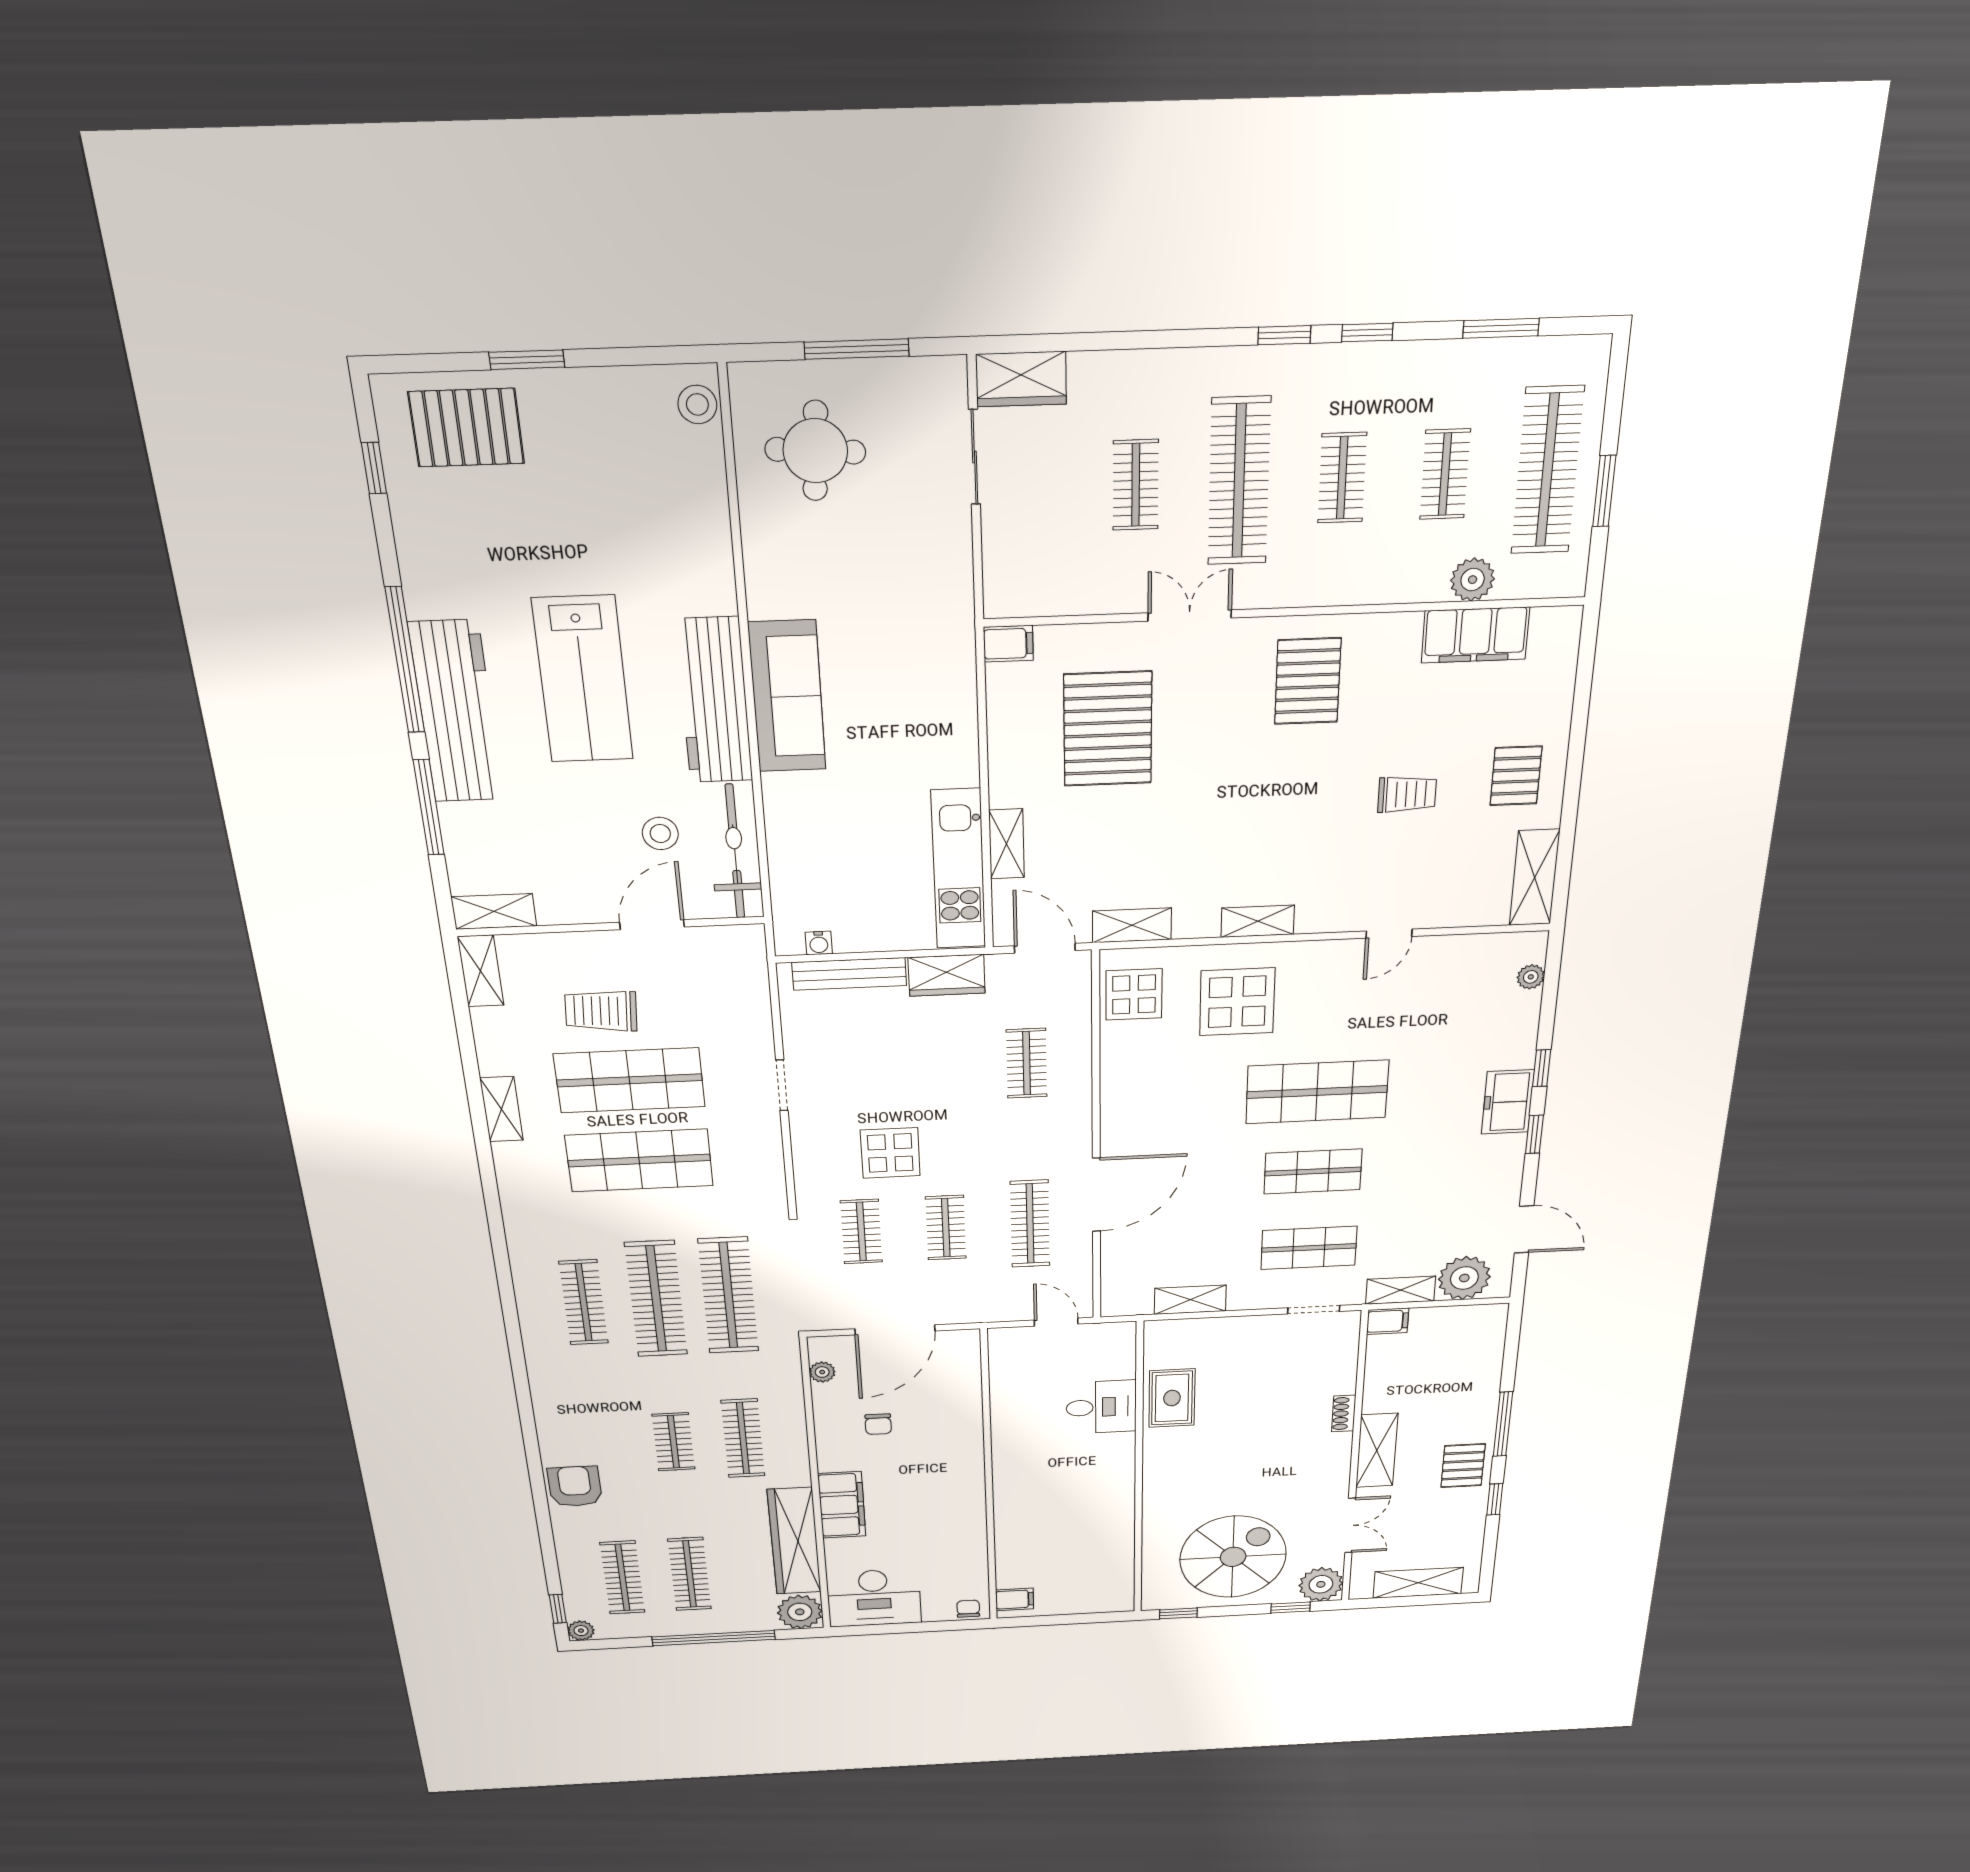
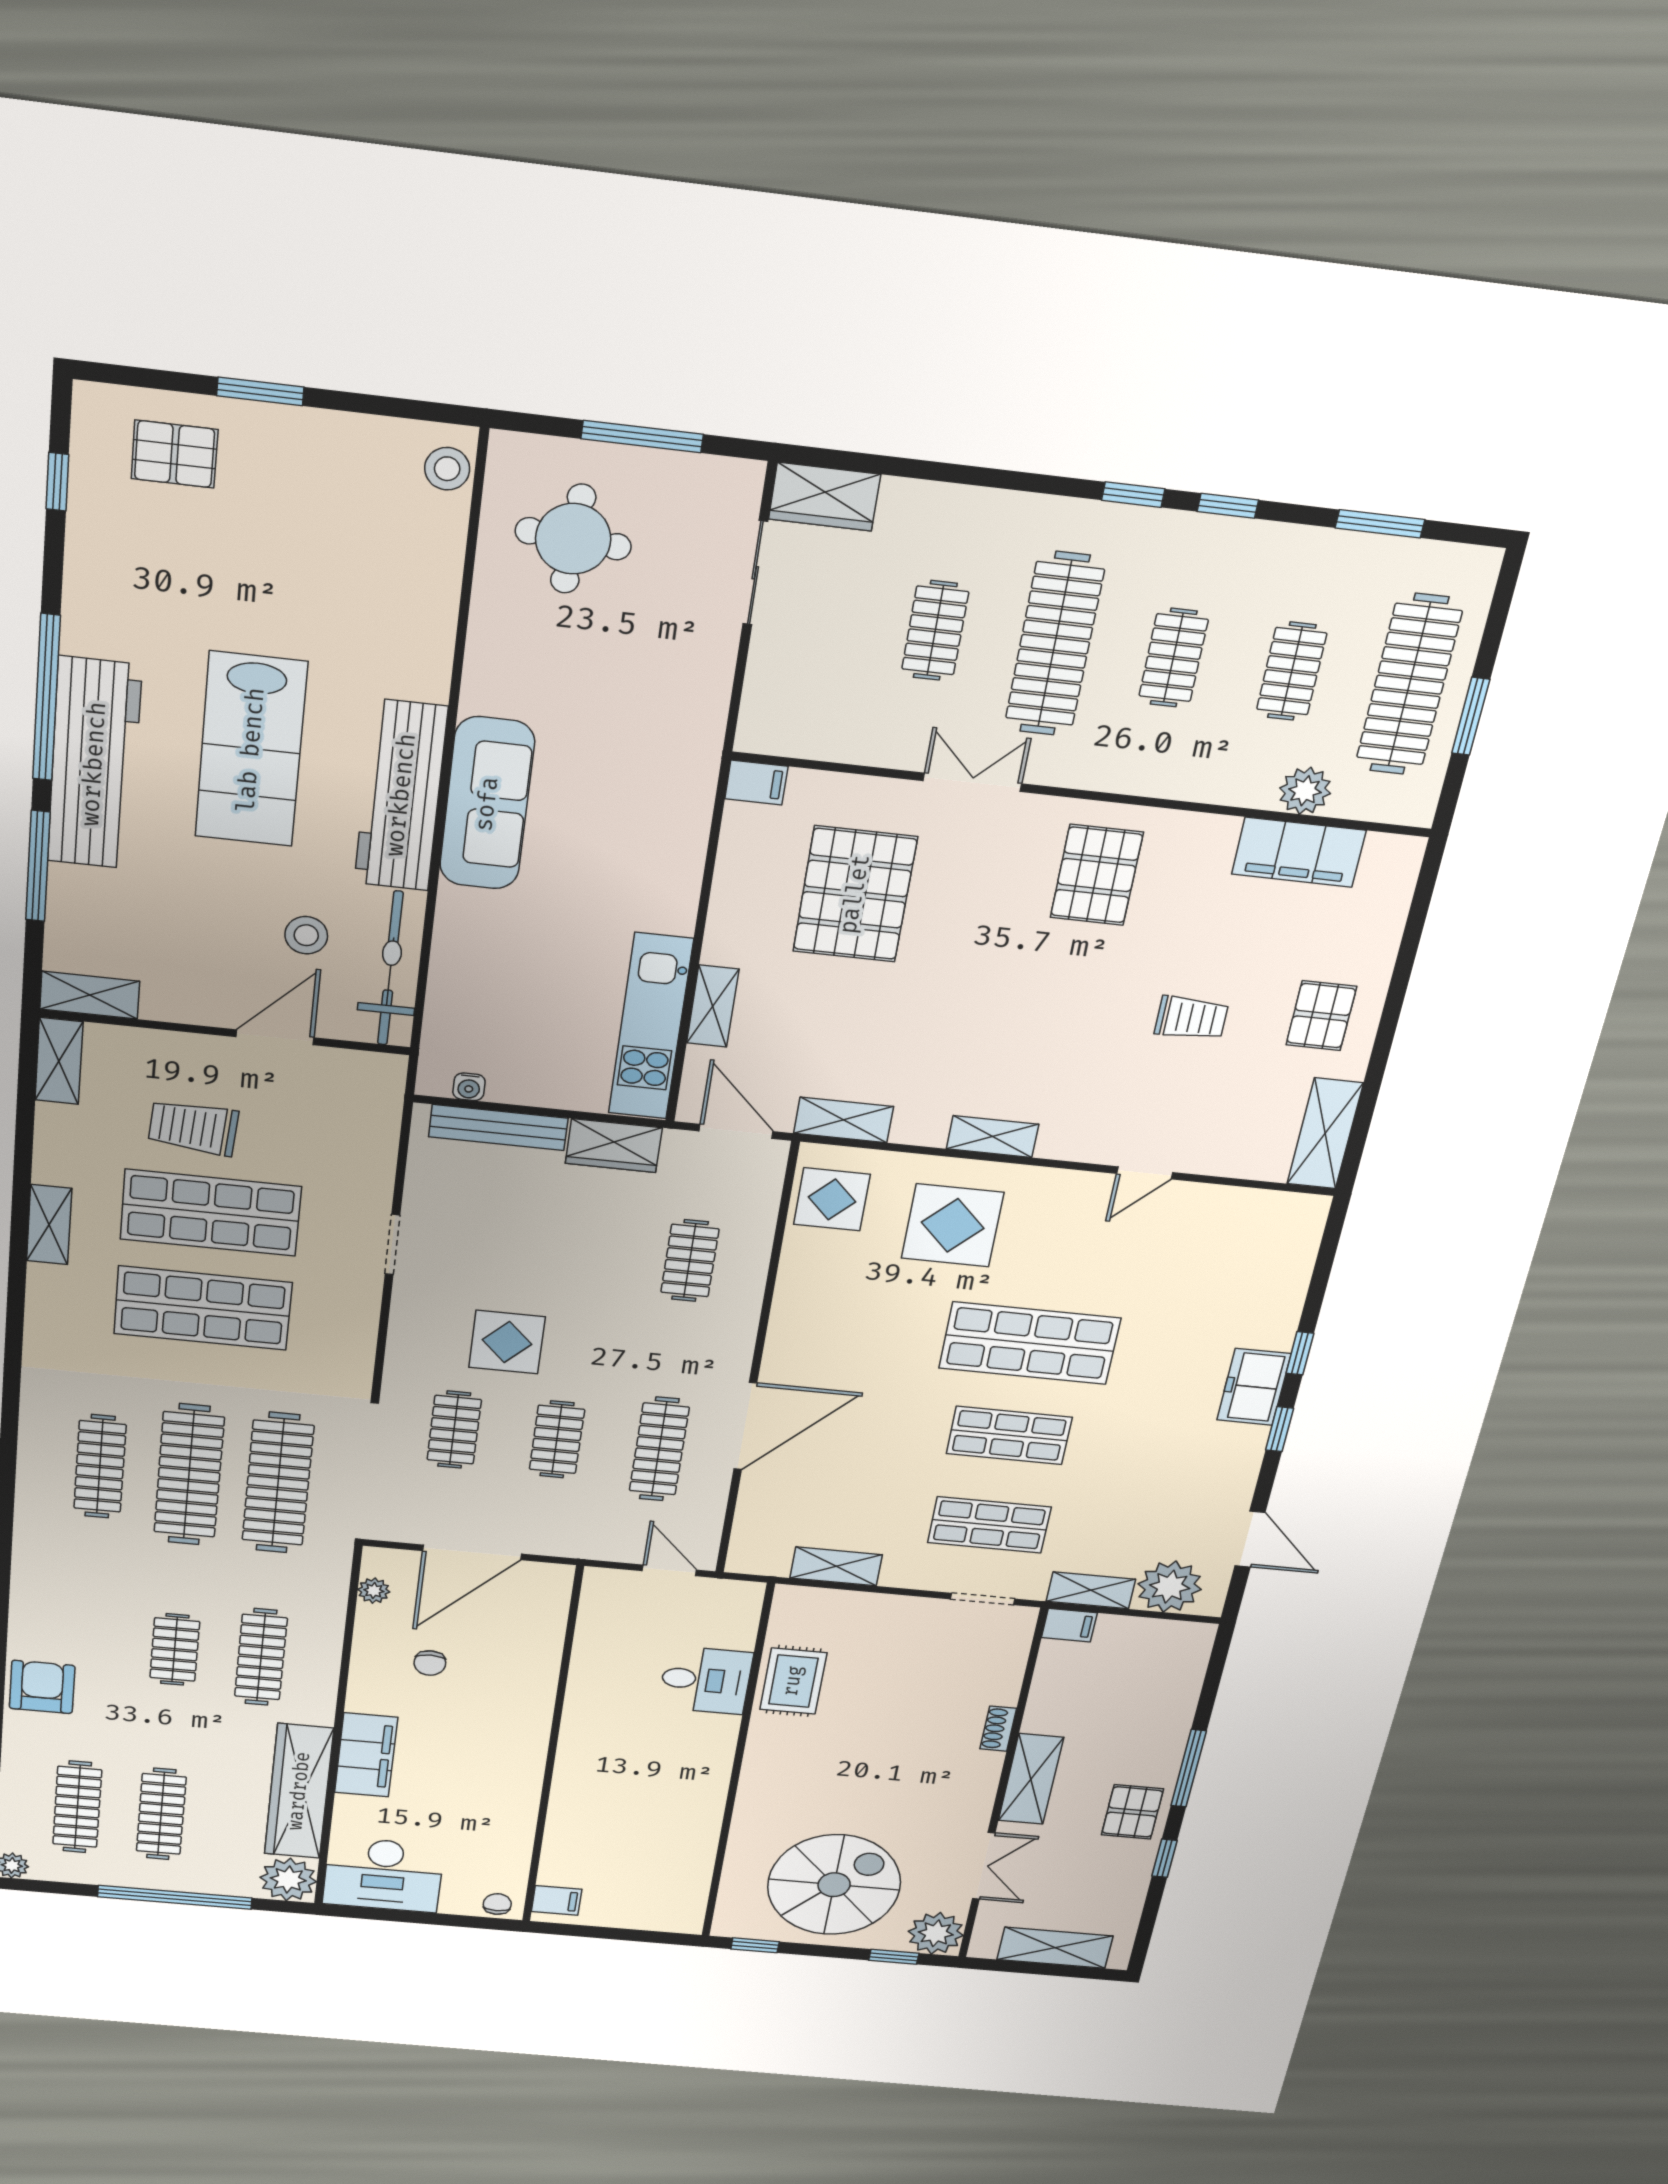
pallet: (466, 428) -> (175, 454), width x0.67, depth x0.71
plant: (1531, 977) -> (1303, 1246), removed

